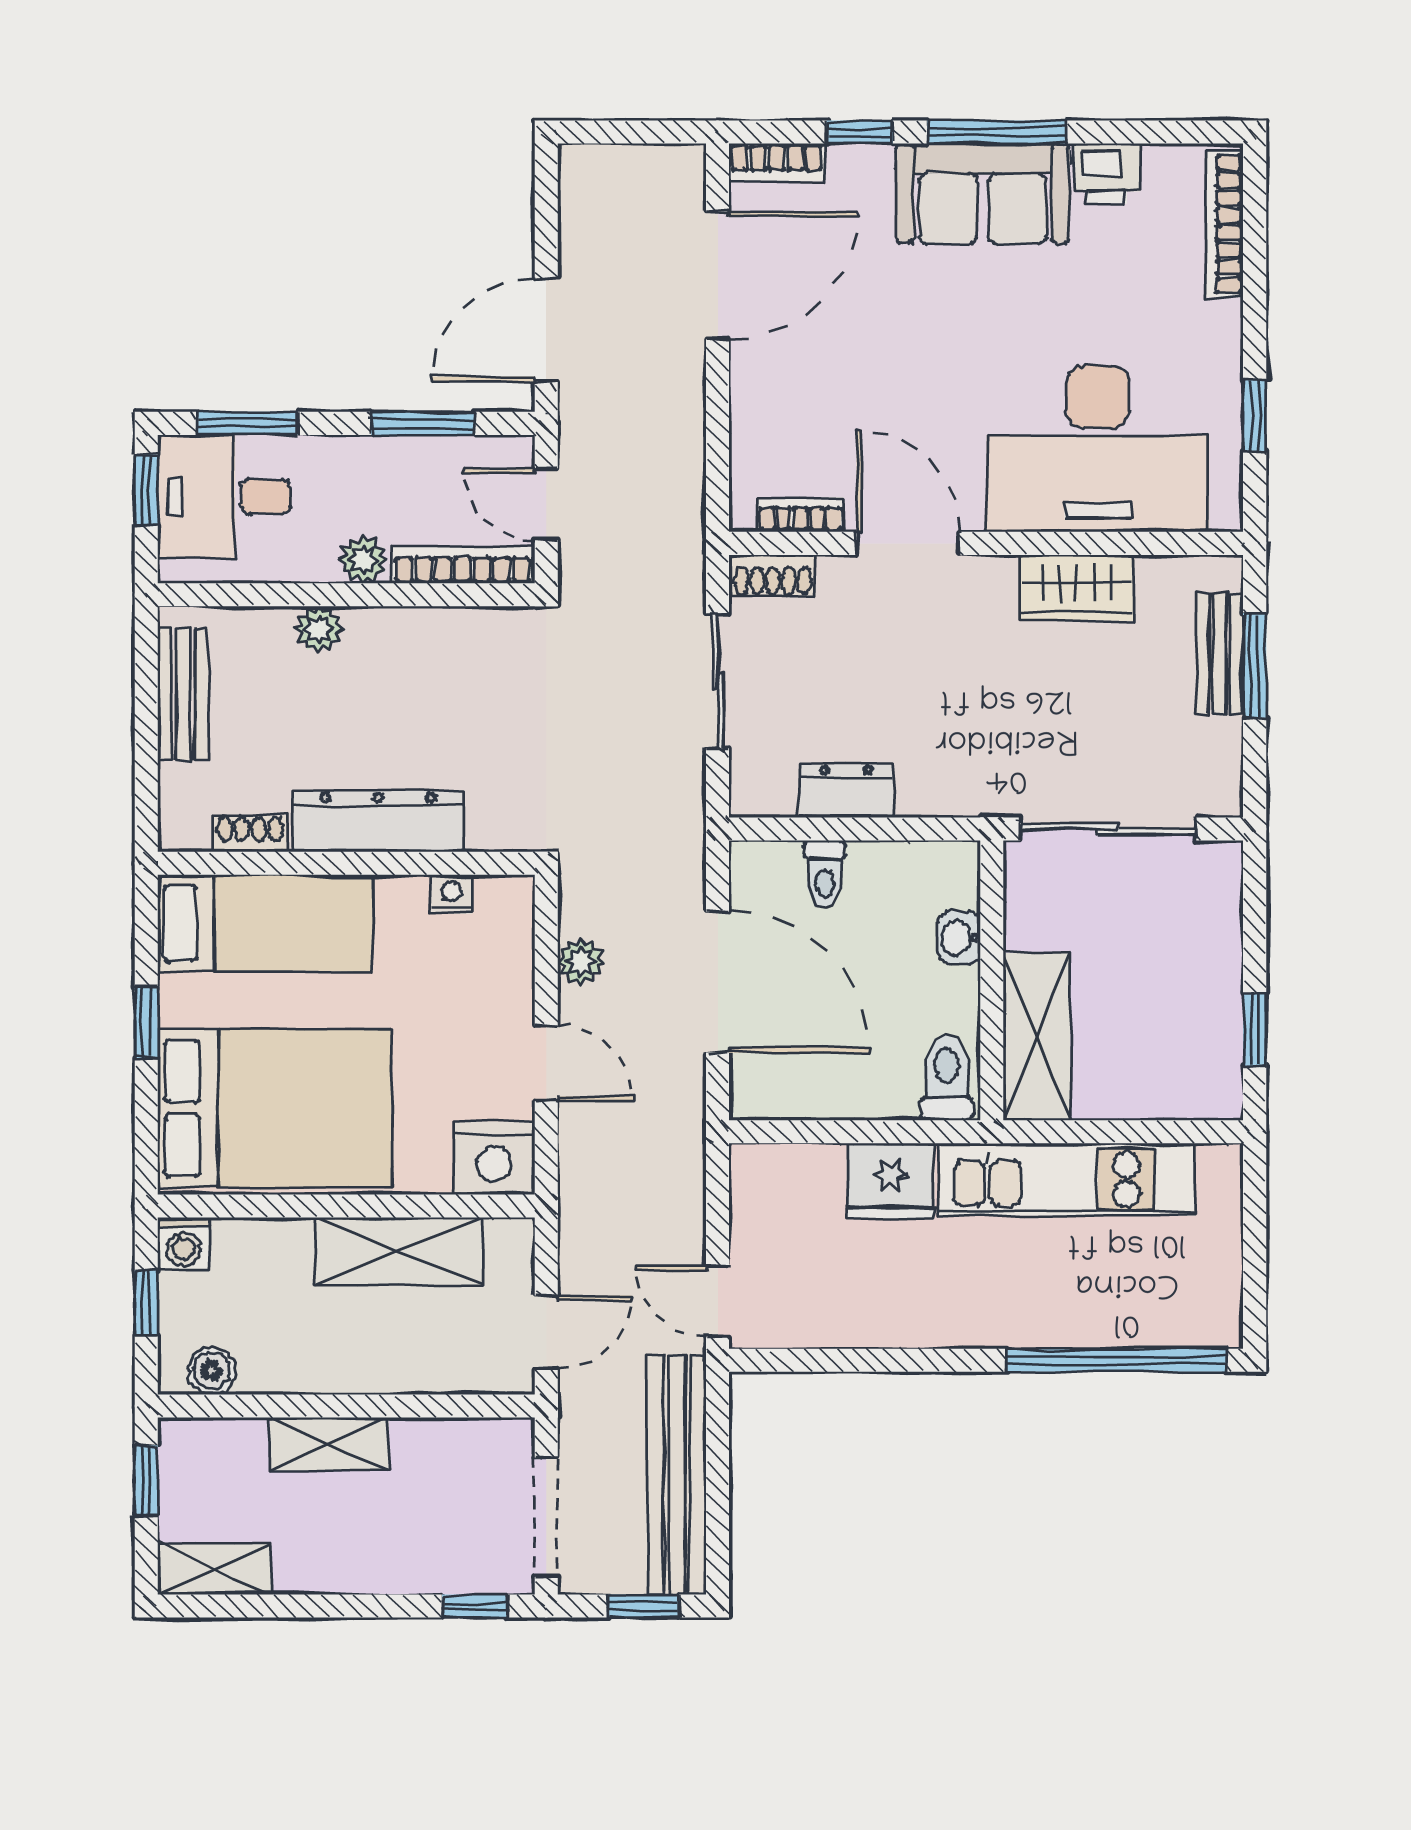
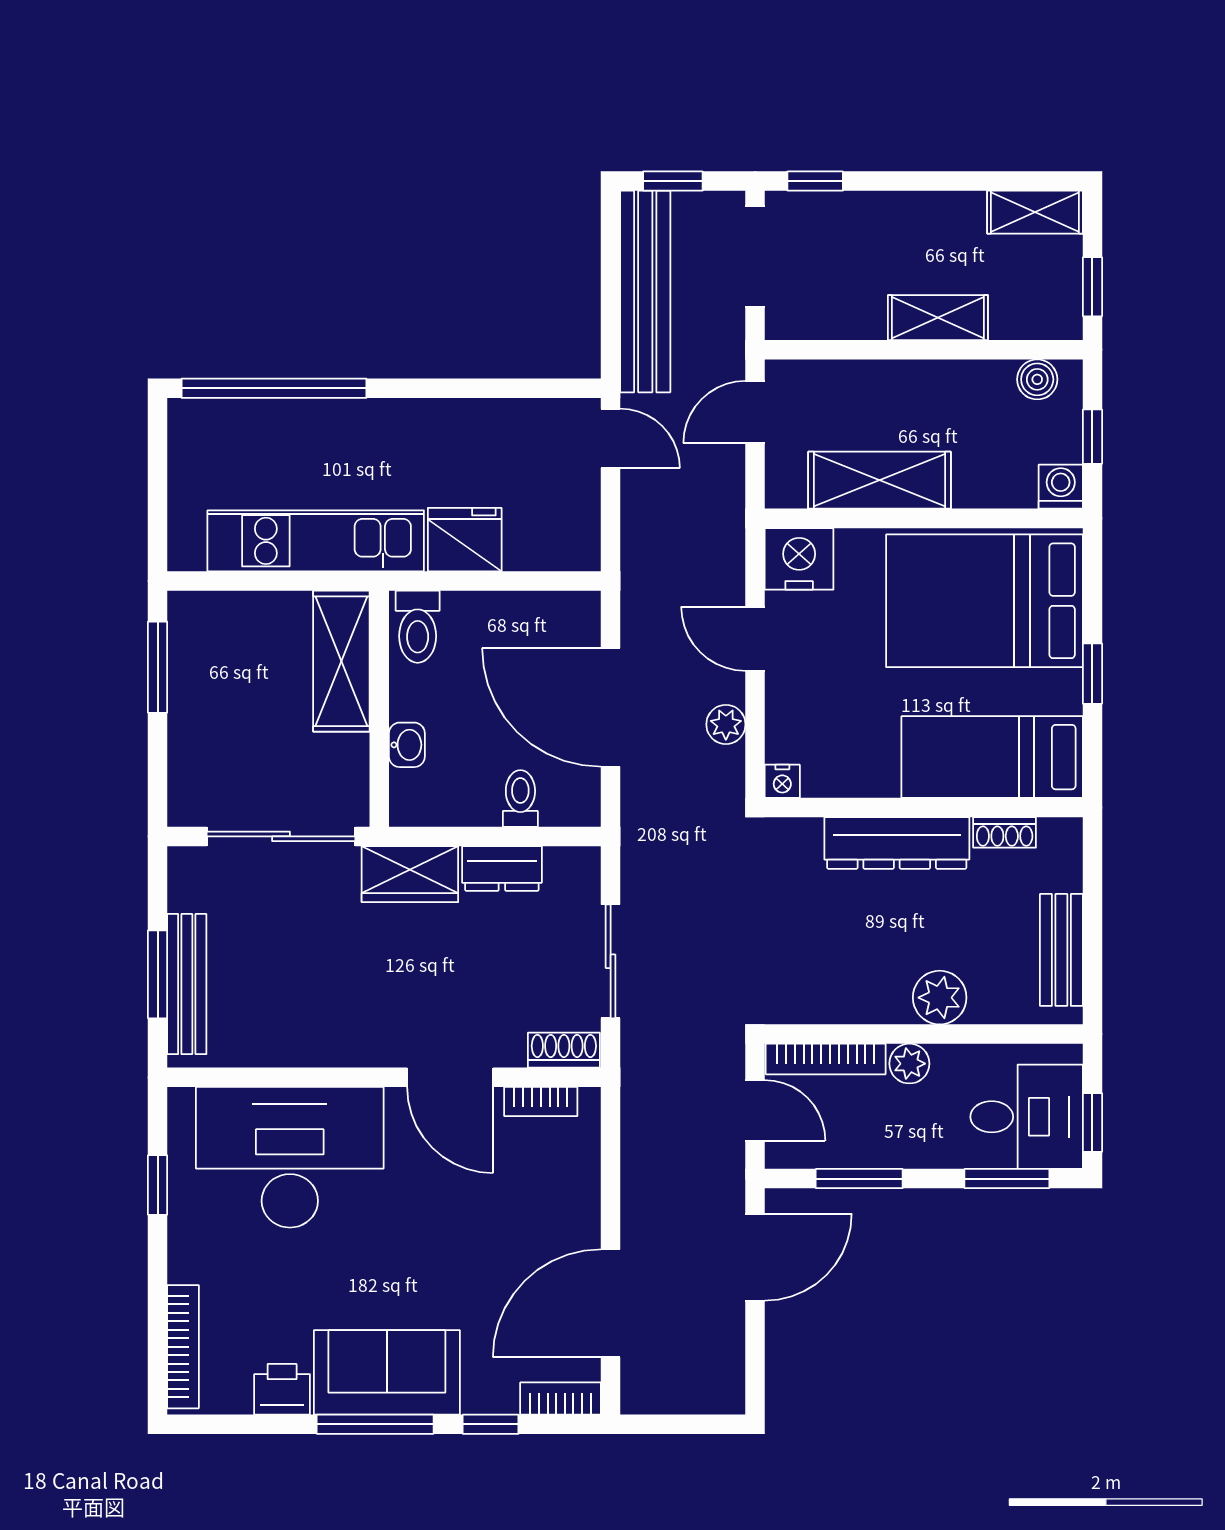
wardrobe: (1077, 588) -> (410, 874), moved, turned 180
plant: (319, 629) -> (940, 998), width x1.38, depth x1.38
bench: (1220, 654) -> (187, 984), width x1.36
nightstand: (451, 894) -> (782, 781), moved
window: (1255, 1030) -> (158, 667), width x1.50

